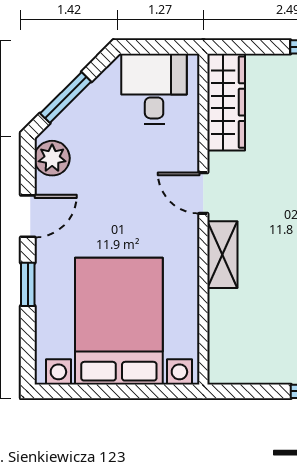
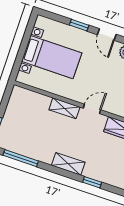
bed with nightstands: (119, 321) -> (52, 57), width x0.73

